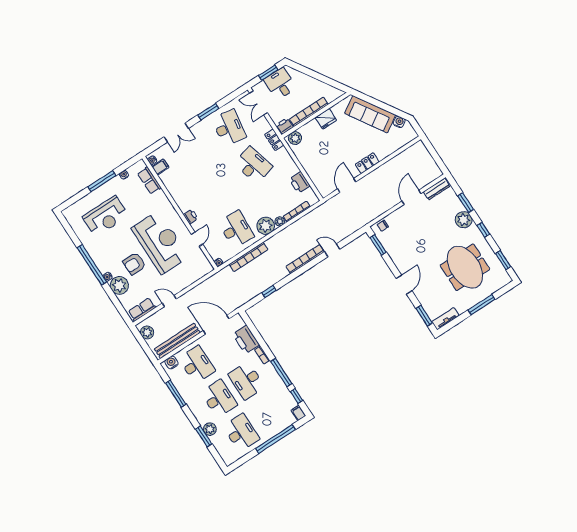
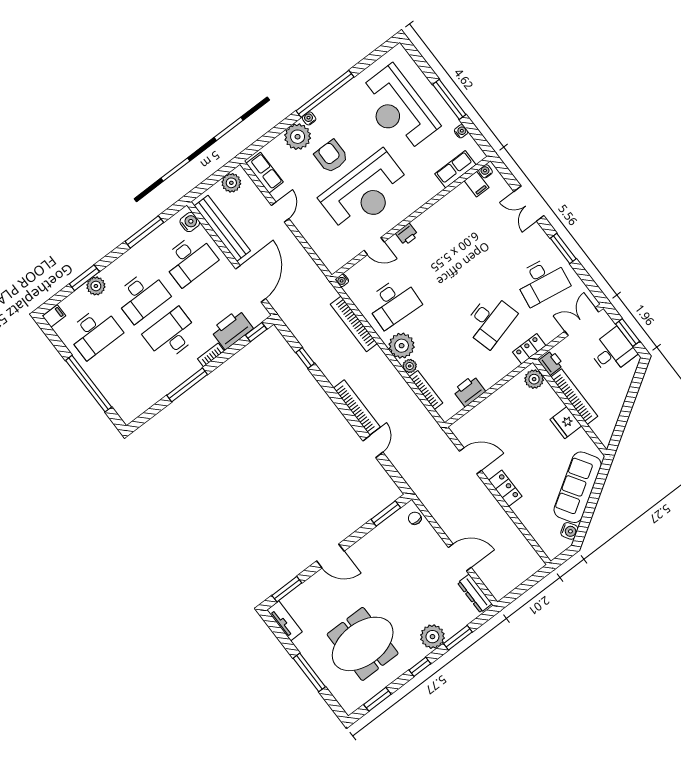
reception desk: (105, 216) -> (398, 109), width x1.36, depth x1.30
window: (296, 396) -> (256, 332), moved
filing cabinet: (298, 413) -> (54, 316), moved

